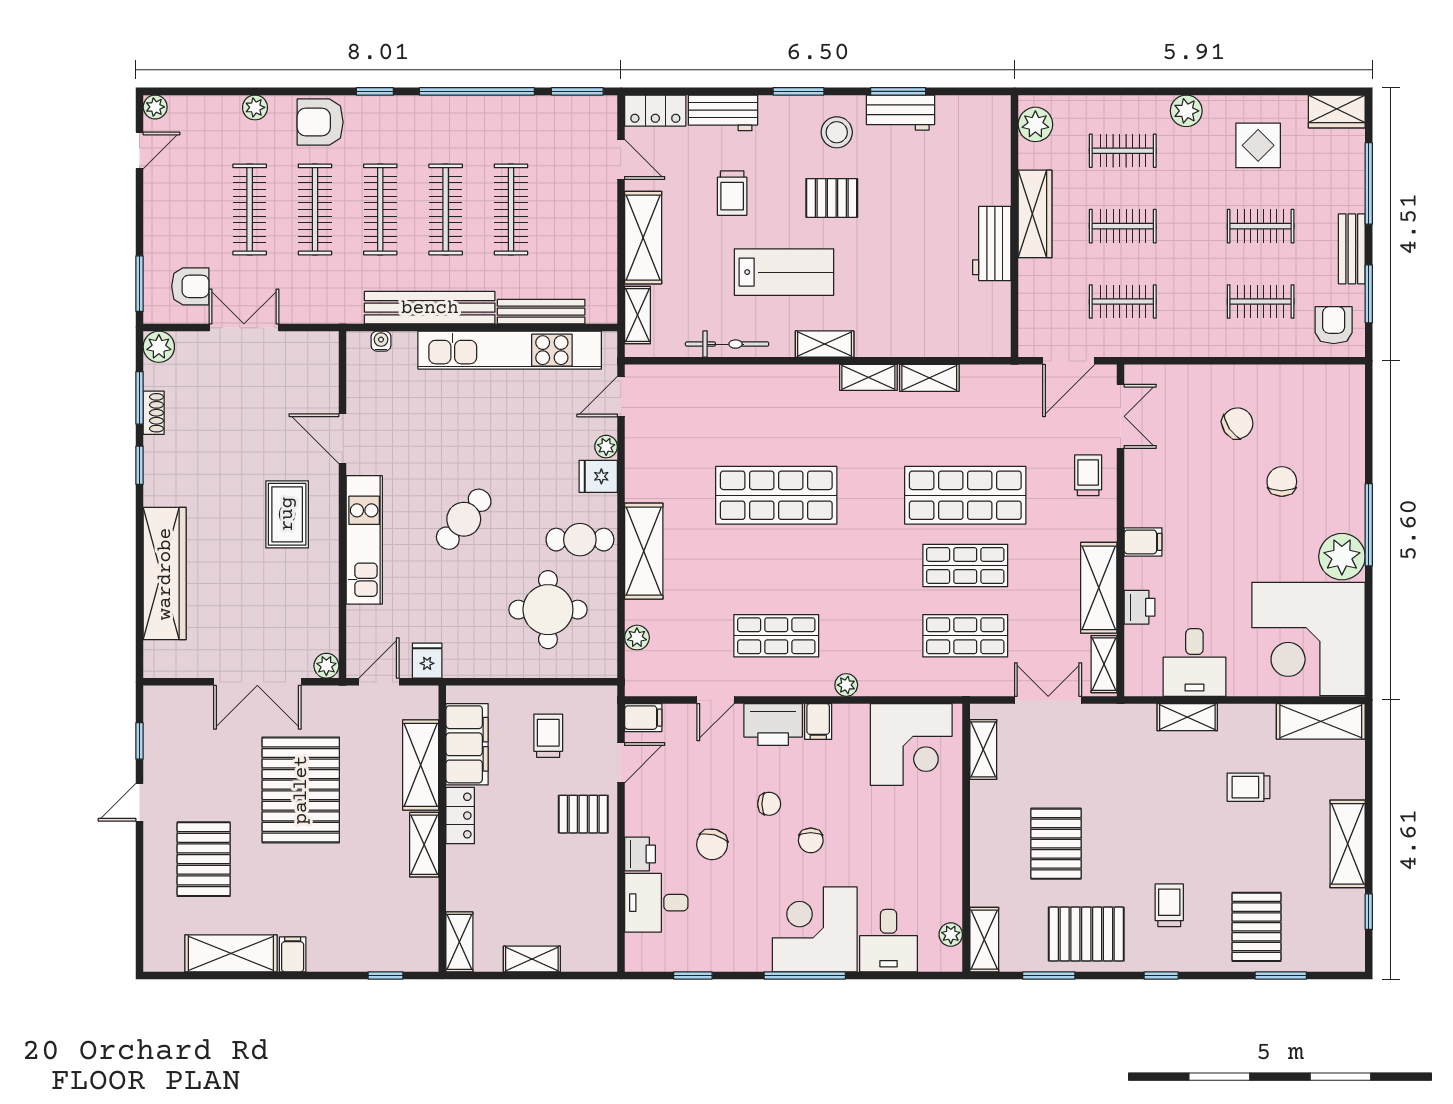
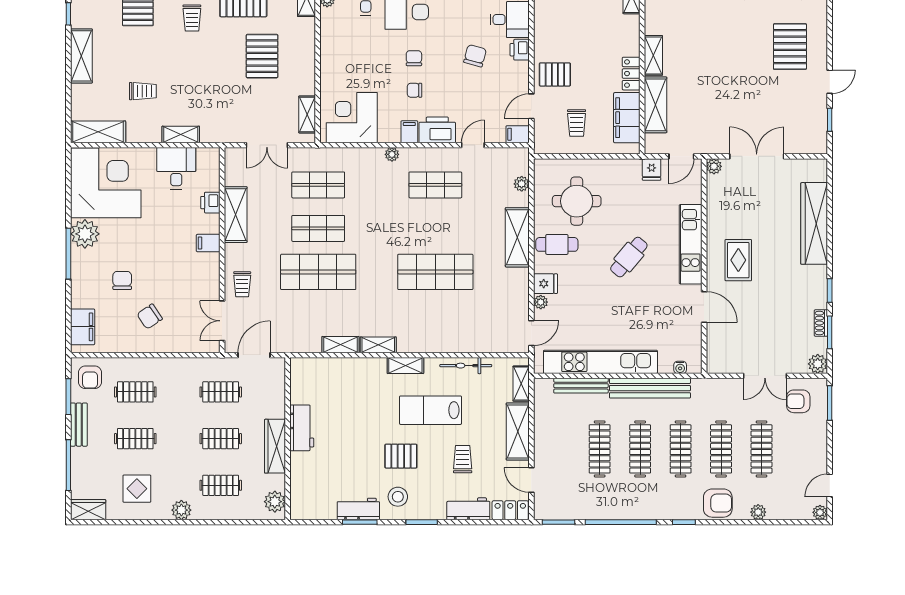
filing cabinet: (1346, 407) -> (83, 327), added
chair: (1282, 481) -> (122, 280), turned 180
shelving: (1104, 664) -> (232, 167), removed
pallet: (301, 790) -> (730, 89), removed
chair: (769, 804) -> (415, 90), moved

